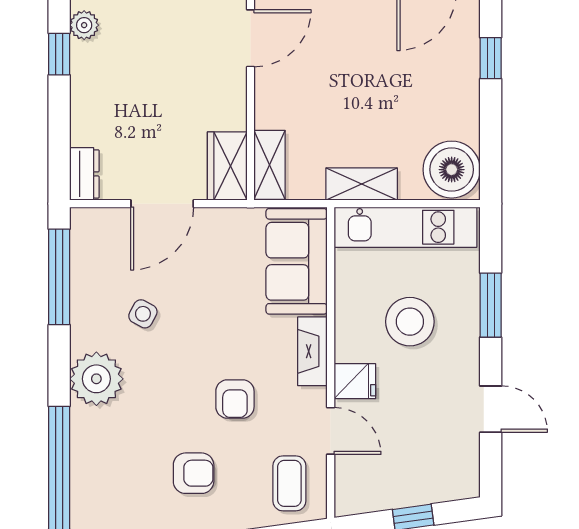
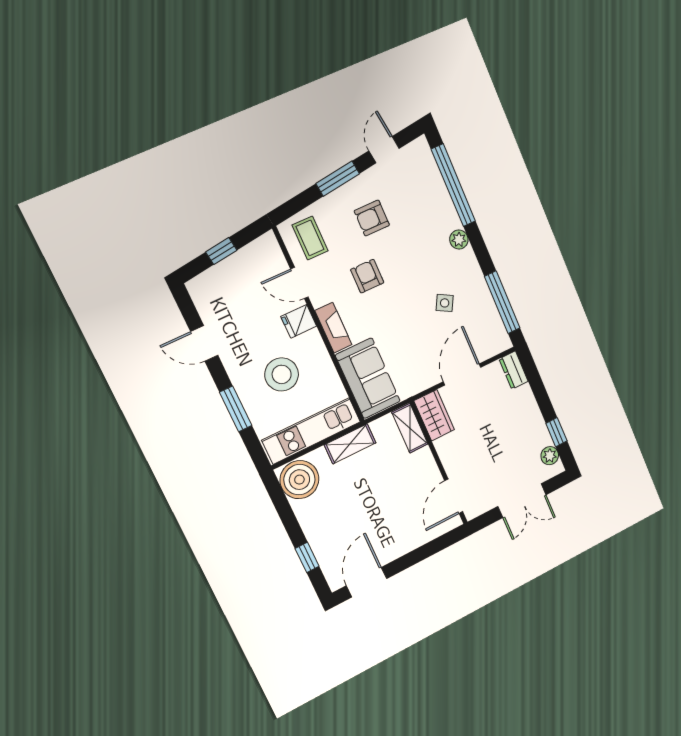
plant: (96, 379) -> (459, 239), width x0.53, depth x0.53

